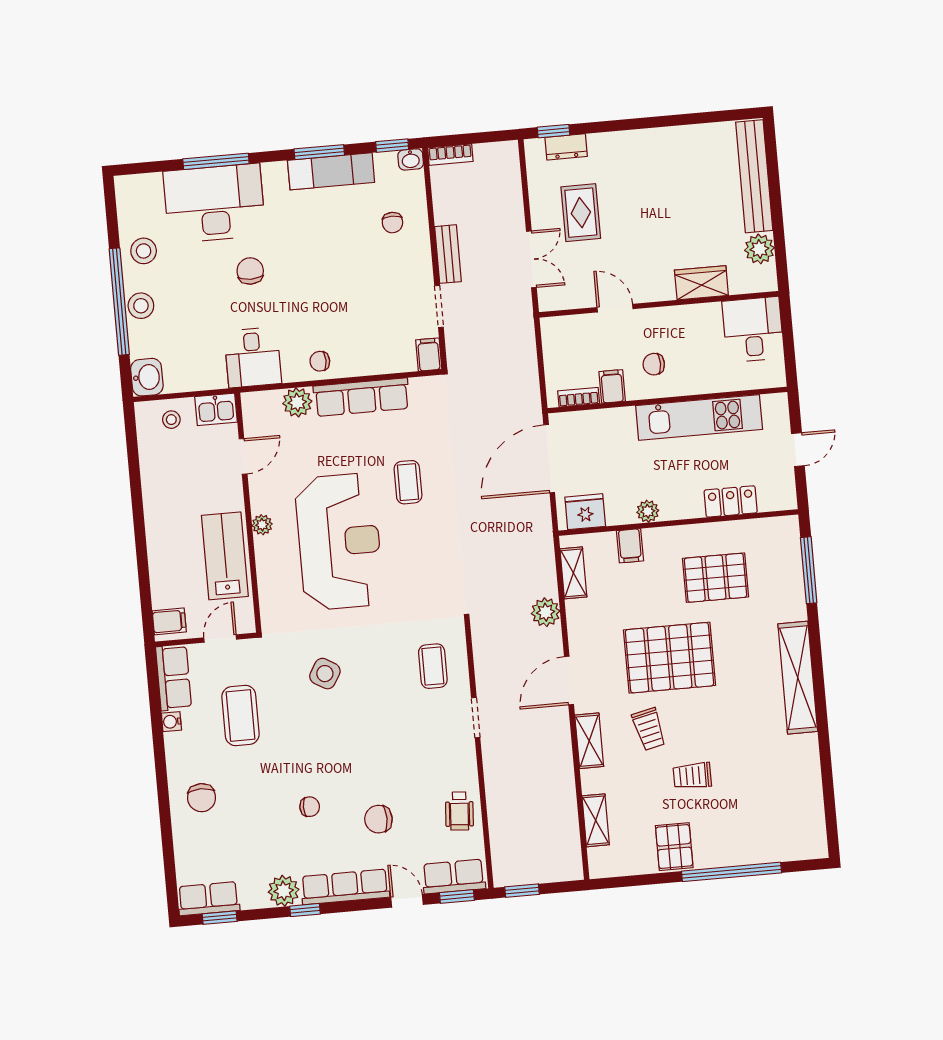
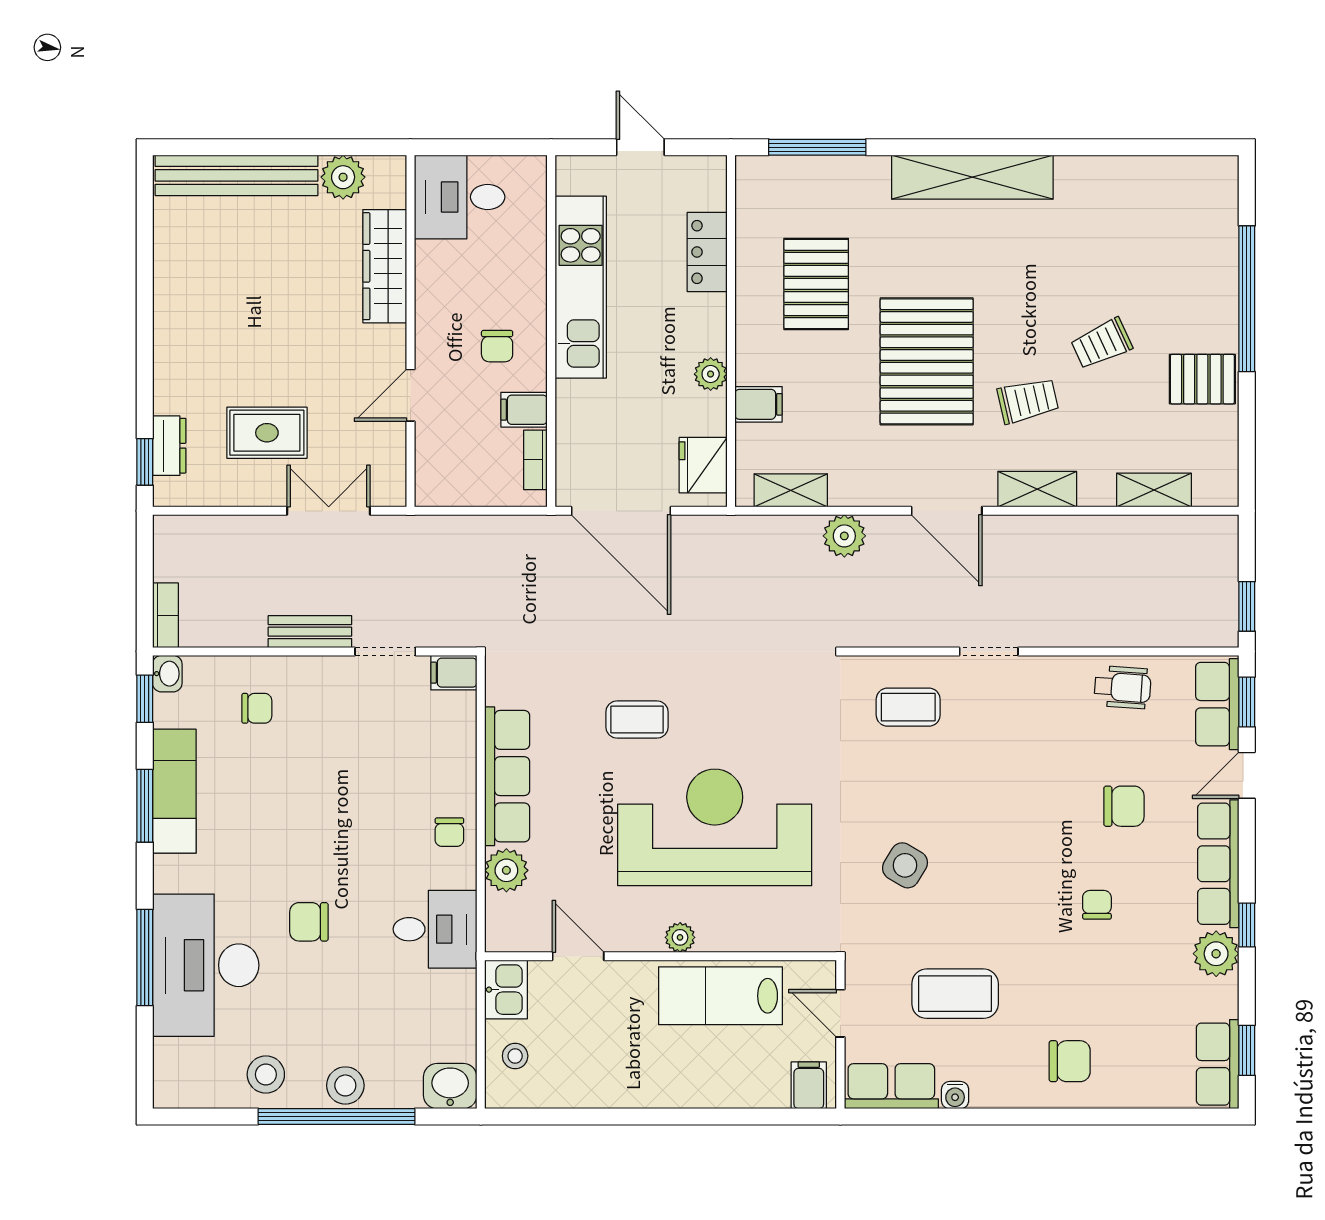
wardrobe: (701, 283) -> (385, 266), width x1.50
trolley: (692, 776) -> (1102, 344), turned 65
chair: (378, 819) -> (1124, 806), turned -90

